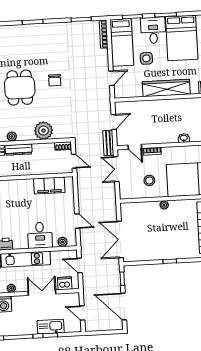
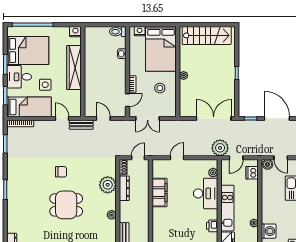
bench: (108, 143) -> (81, 125), moved
dresser: (19, 150) -> (124, 188), moved
filing cabinet: (49, 186) -> (160, 193), moved
door: (77, 221) -> (177, 158), moved
desk: (40, 235) -> (206, 193), width x1.37
double door: (120, 239) -> (214, 118), swing flipped
plant: (89, 248) -> (220, 148), added
double door: (42, 293) -> (260, 194), removed
boiler: (74, 299) -> (268, 164), added
door: (124, 307) -> (277, 118), swing flipped
door: (82, 313) -> (281, 158), hinge flipped

